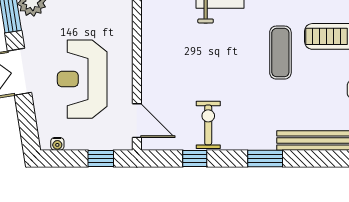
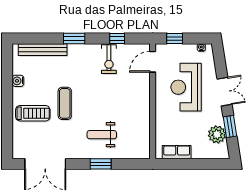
reception desk: (82, 79) -> (186, 87), turned 180
door: (137, 121) -> (153, 62), hinge flipped

